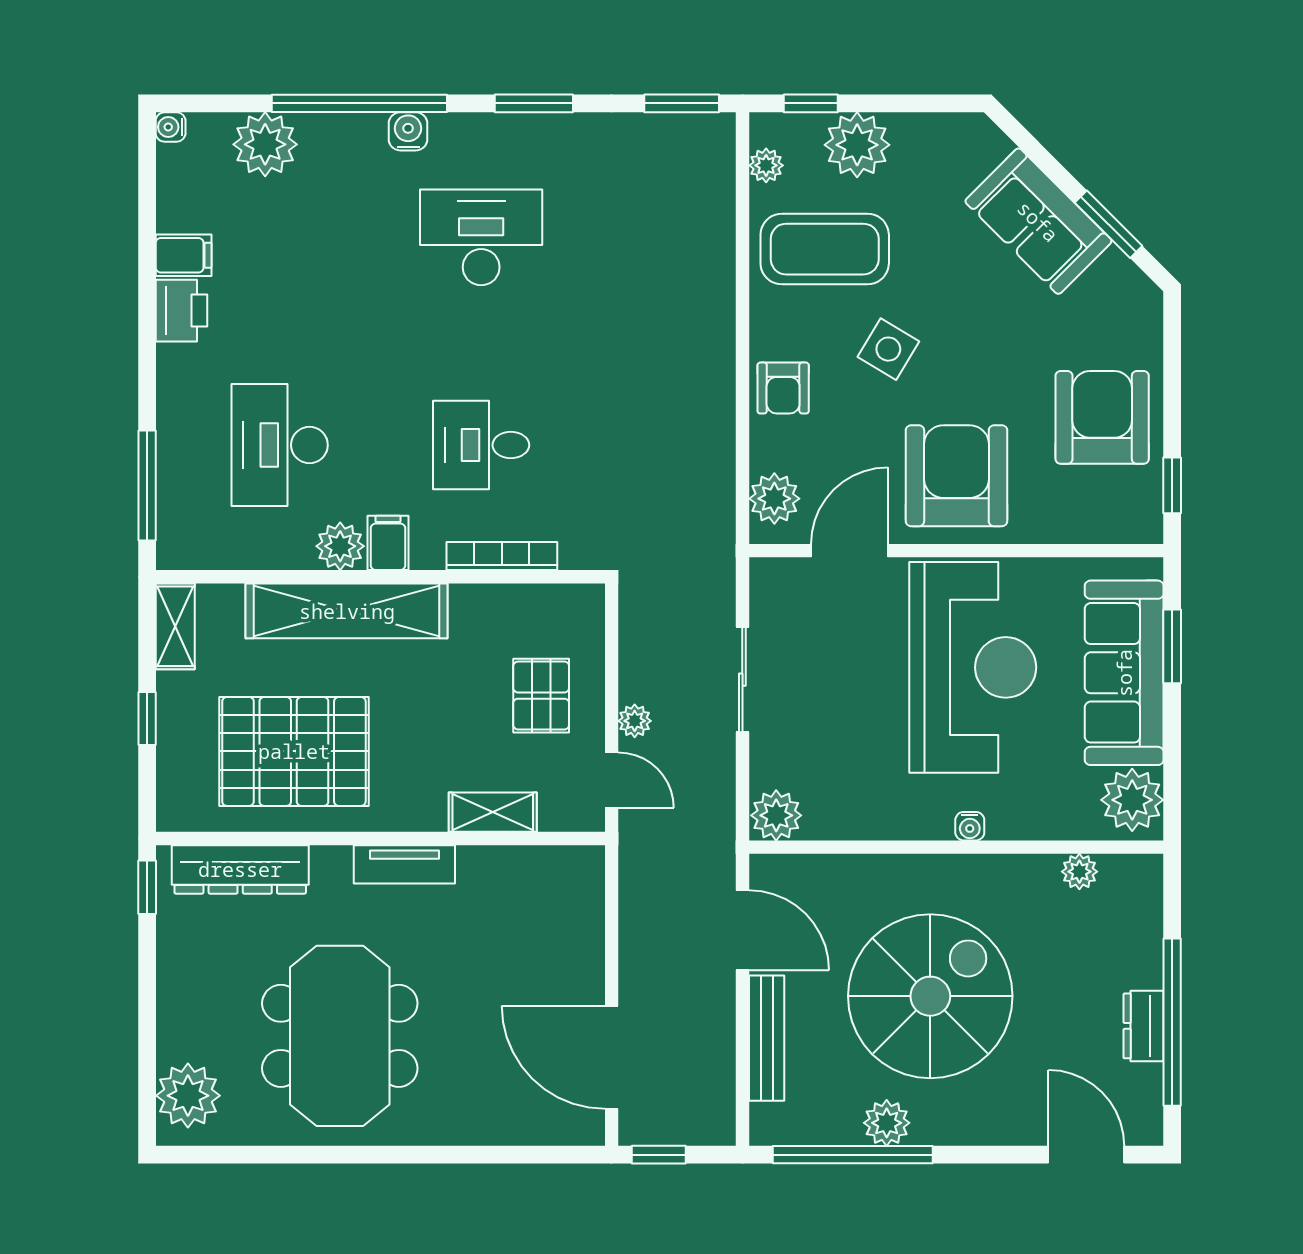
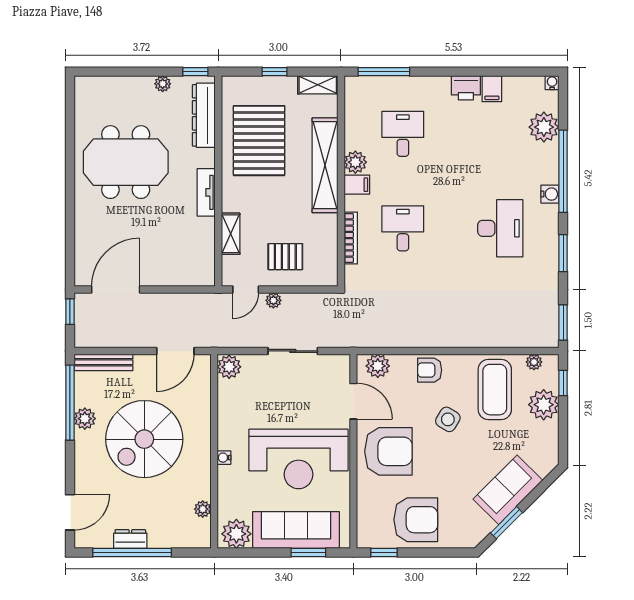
desk: (280, 445) -> (403, 134), width x0.73
spiral stairs: (930, 996) -> (144, 439), turned 90
bench: (767, 1038) -> (103, 362), moved
plant: (188, 1096) -> (163, 84), moved, width x0.53, depth x0.53

